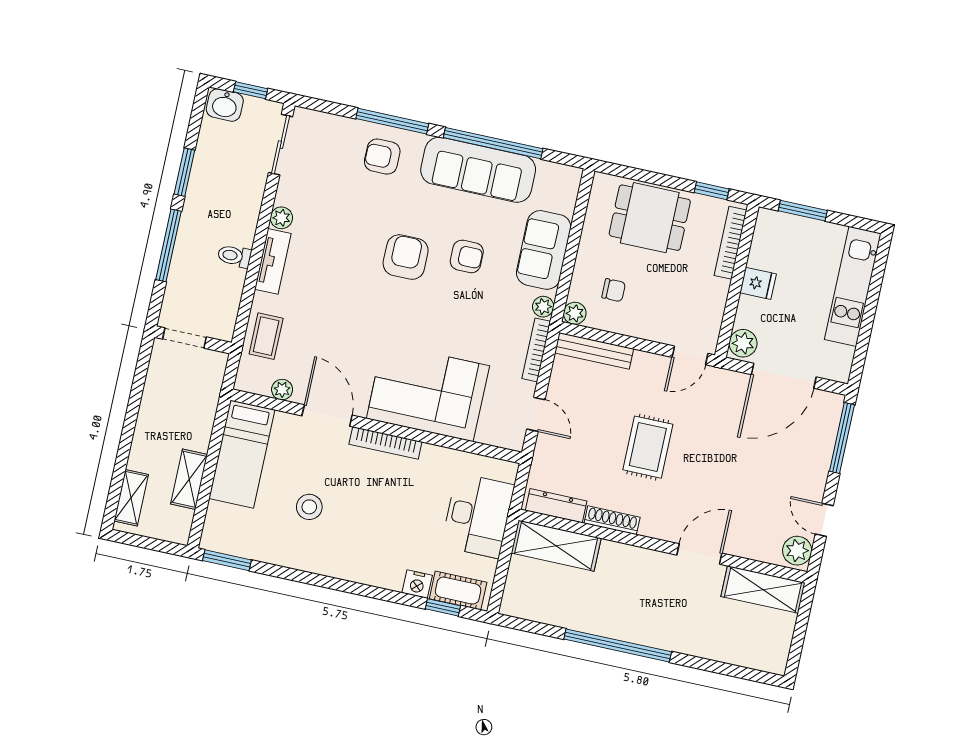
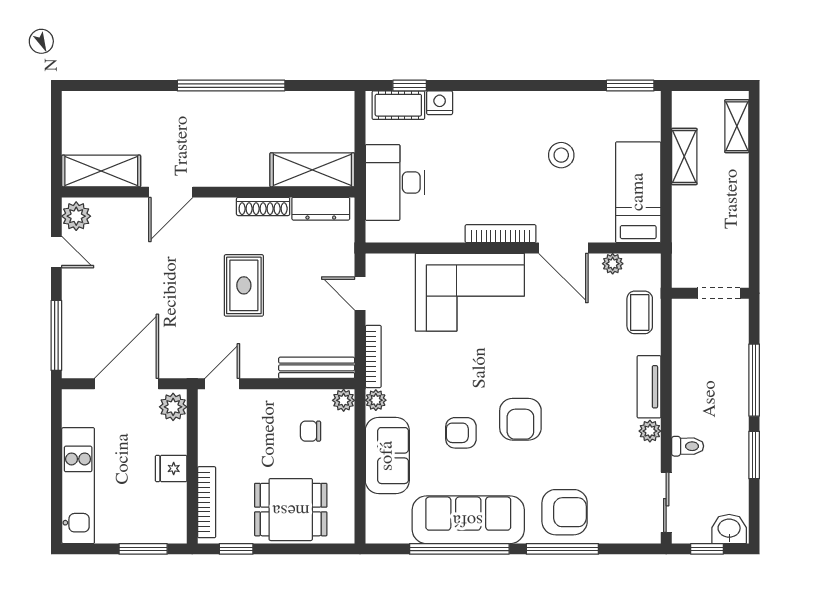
armchair: (382, 157) -> (565, 512), width x1.38, depth x1.38
toilet: (234, 256) -> (688, 446), moved

